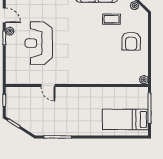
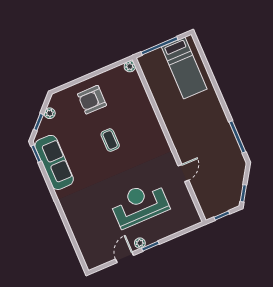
coffee table: (112, 19) -> (110, 140), moved
armchair: (131, 41) -> (92, 100), turned 180
reception desk: (39, 43) -> (139, 204), turned 180

